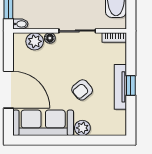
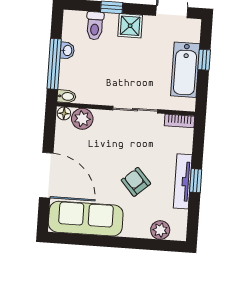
floor lamp: (50, 38) -> (64, 113), moved
armchair: (82, 90) -> (136, 182), turned 88
plant: (82, 128) -> (160, 230), moved

